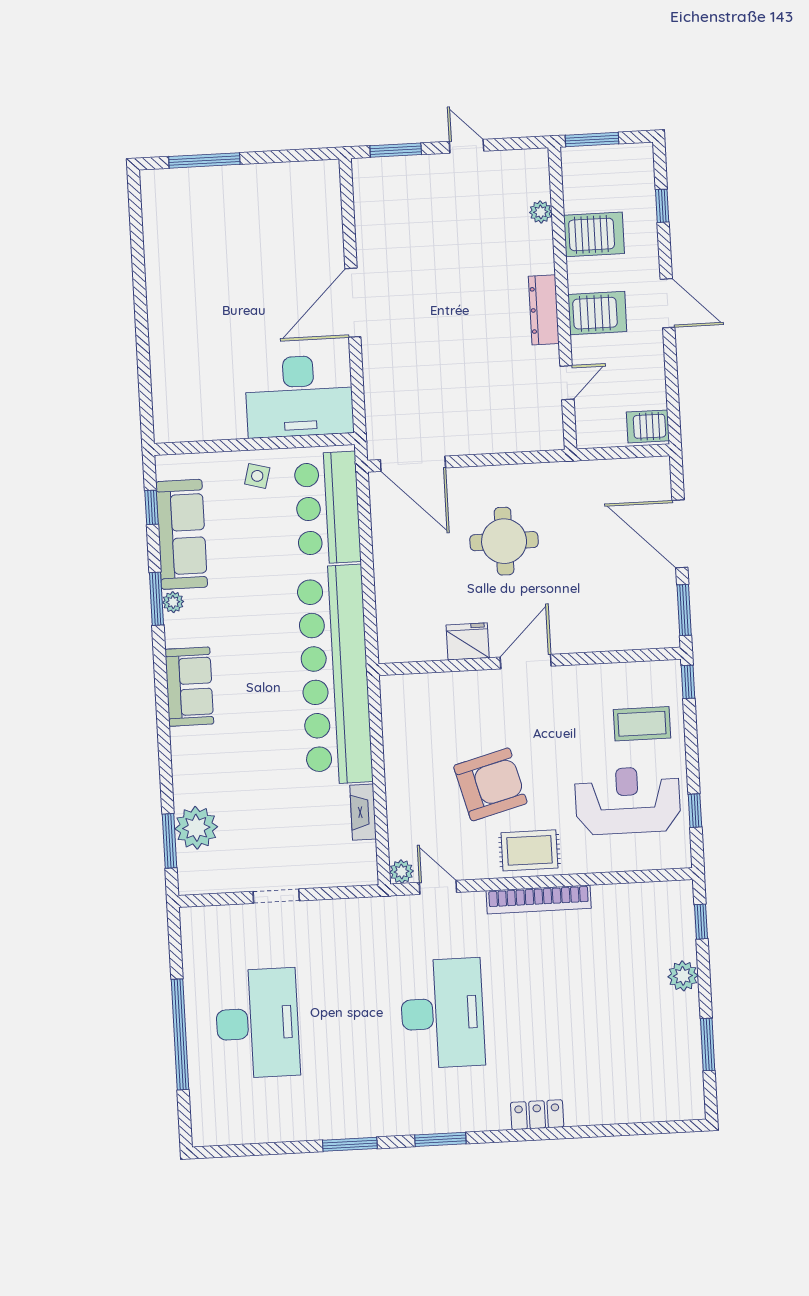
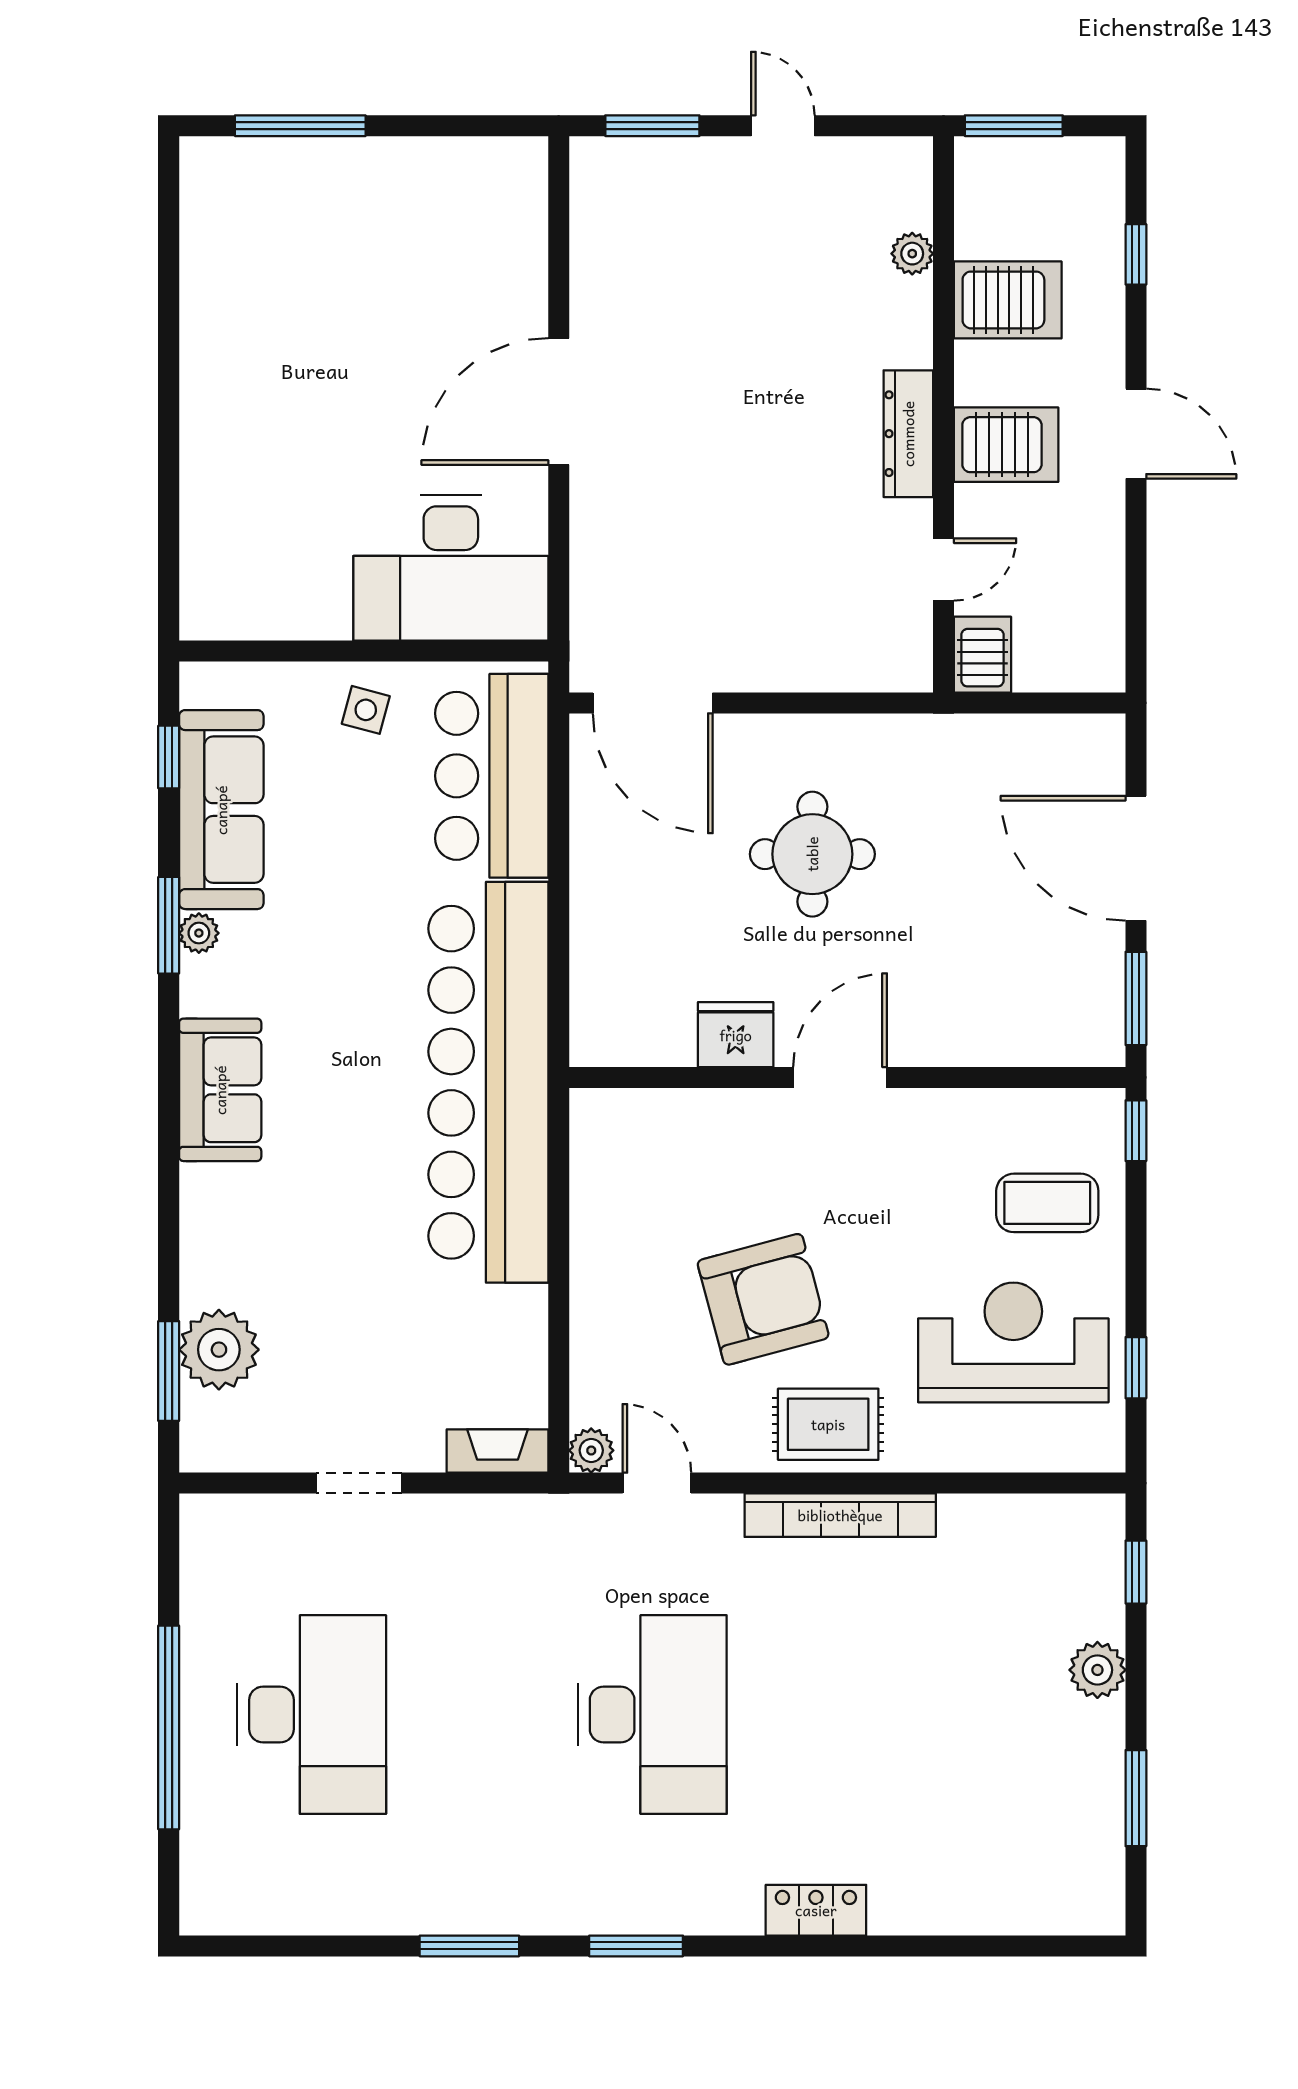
server rack: (648, 426) -> (982, 655), moved, turned 90
fireplace: (363, 812) -> (497, 1451), moved, turned 90

